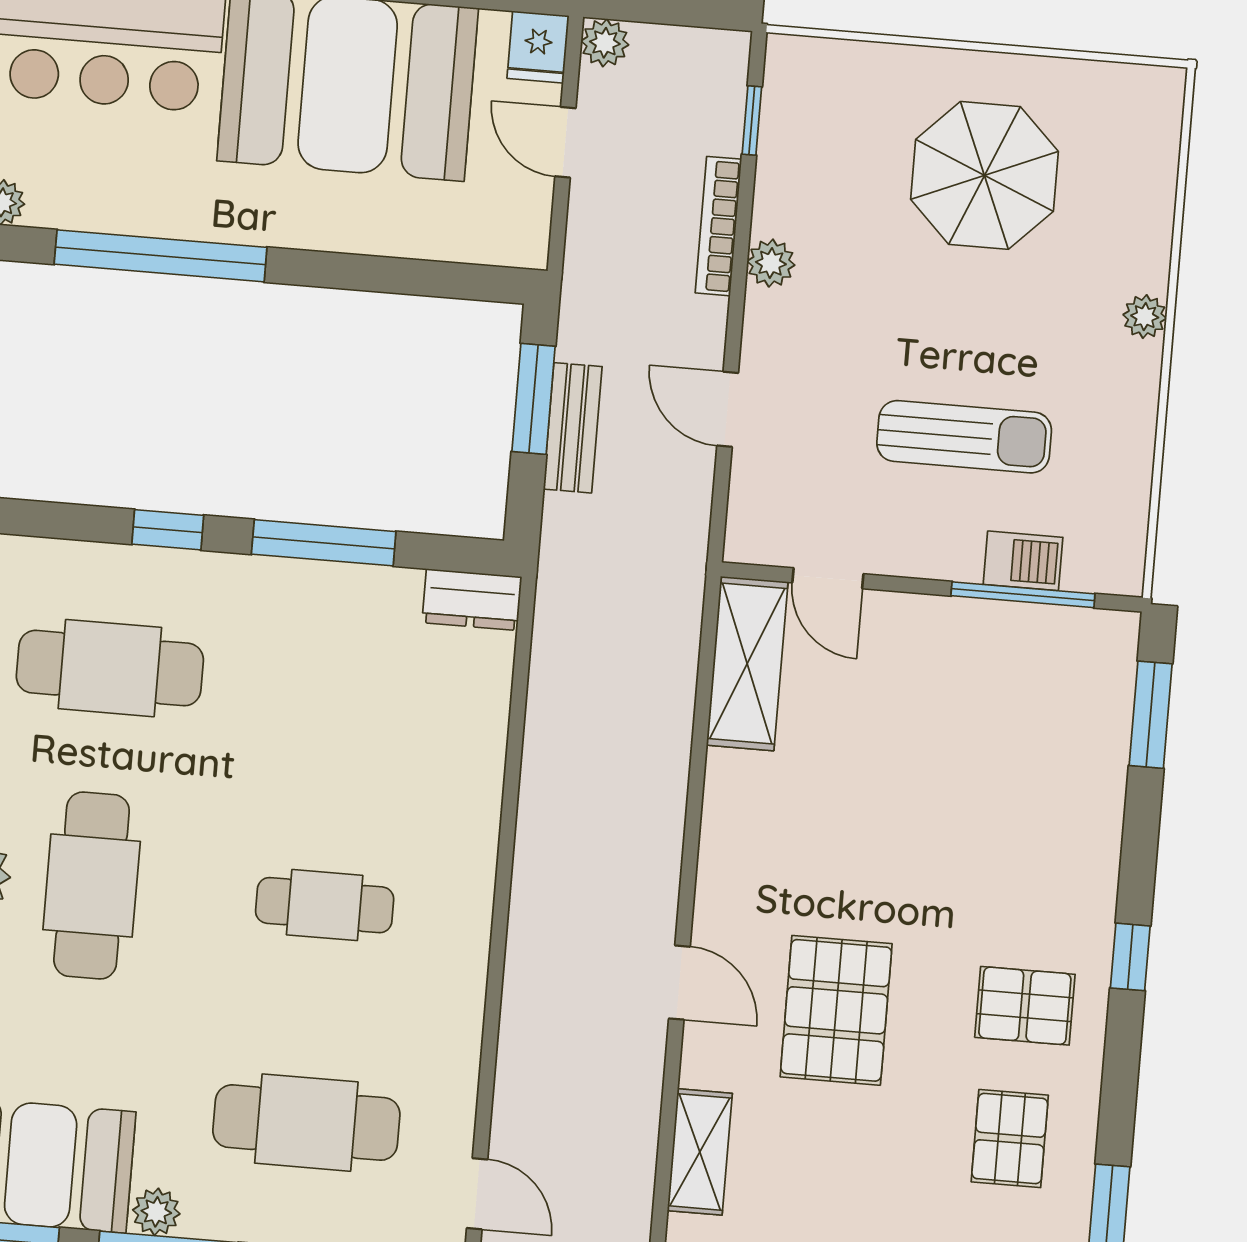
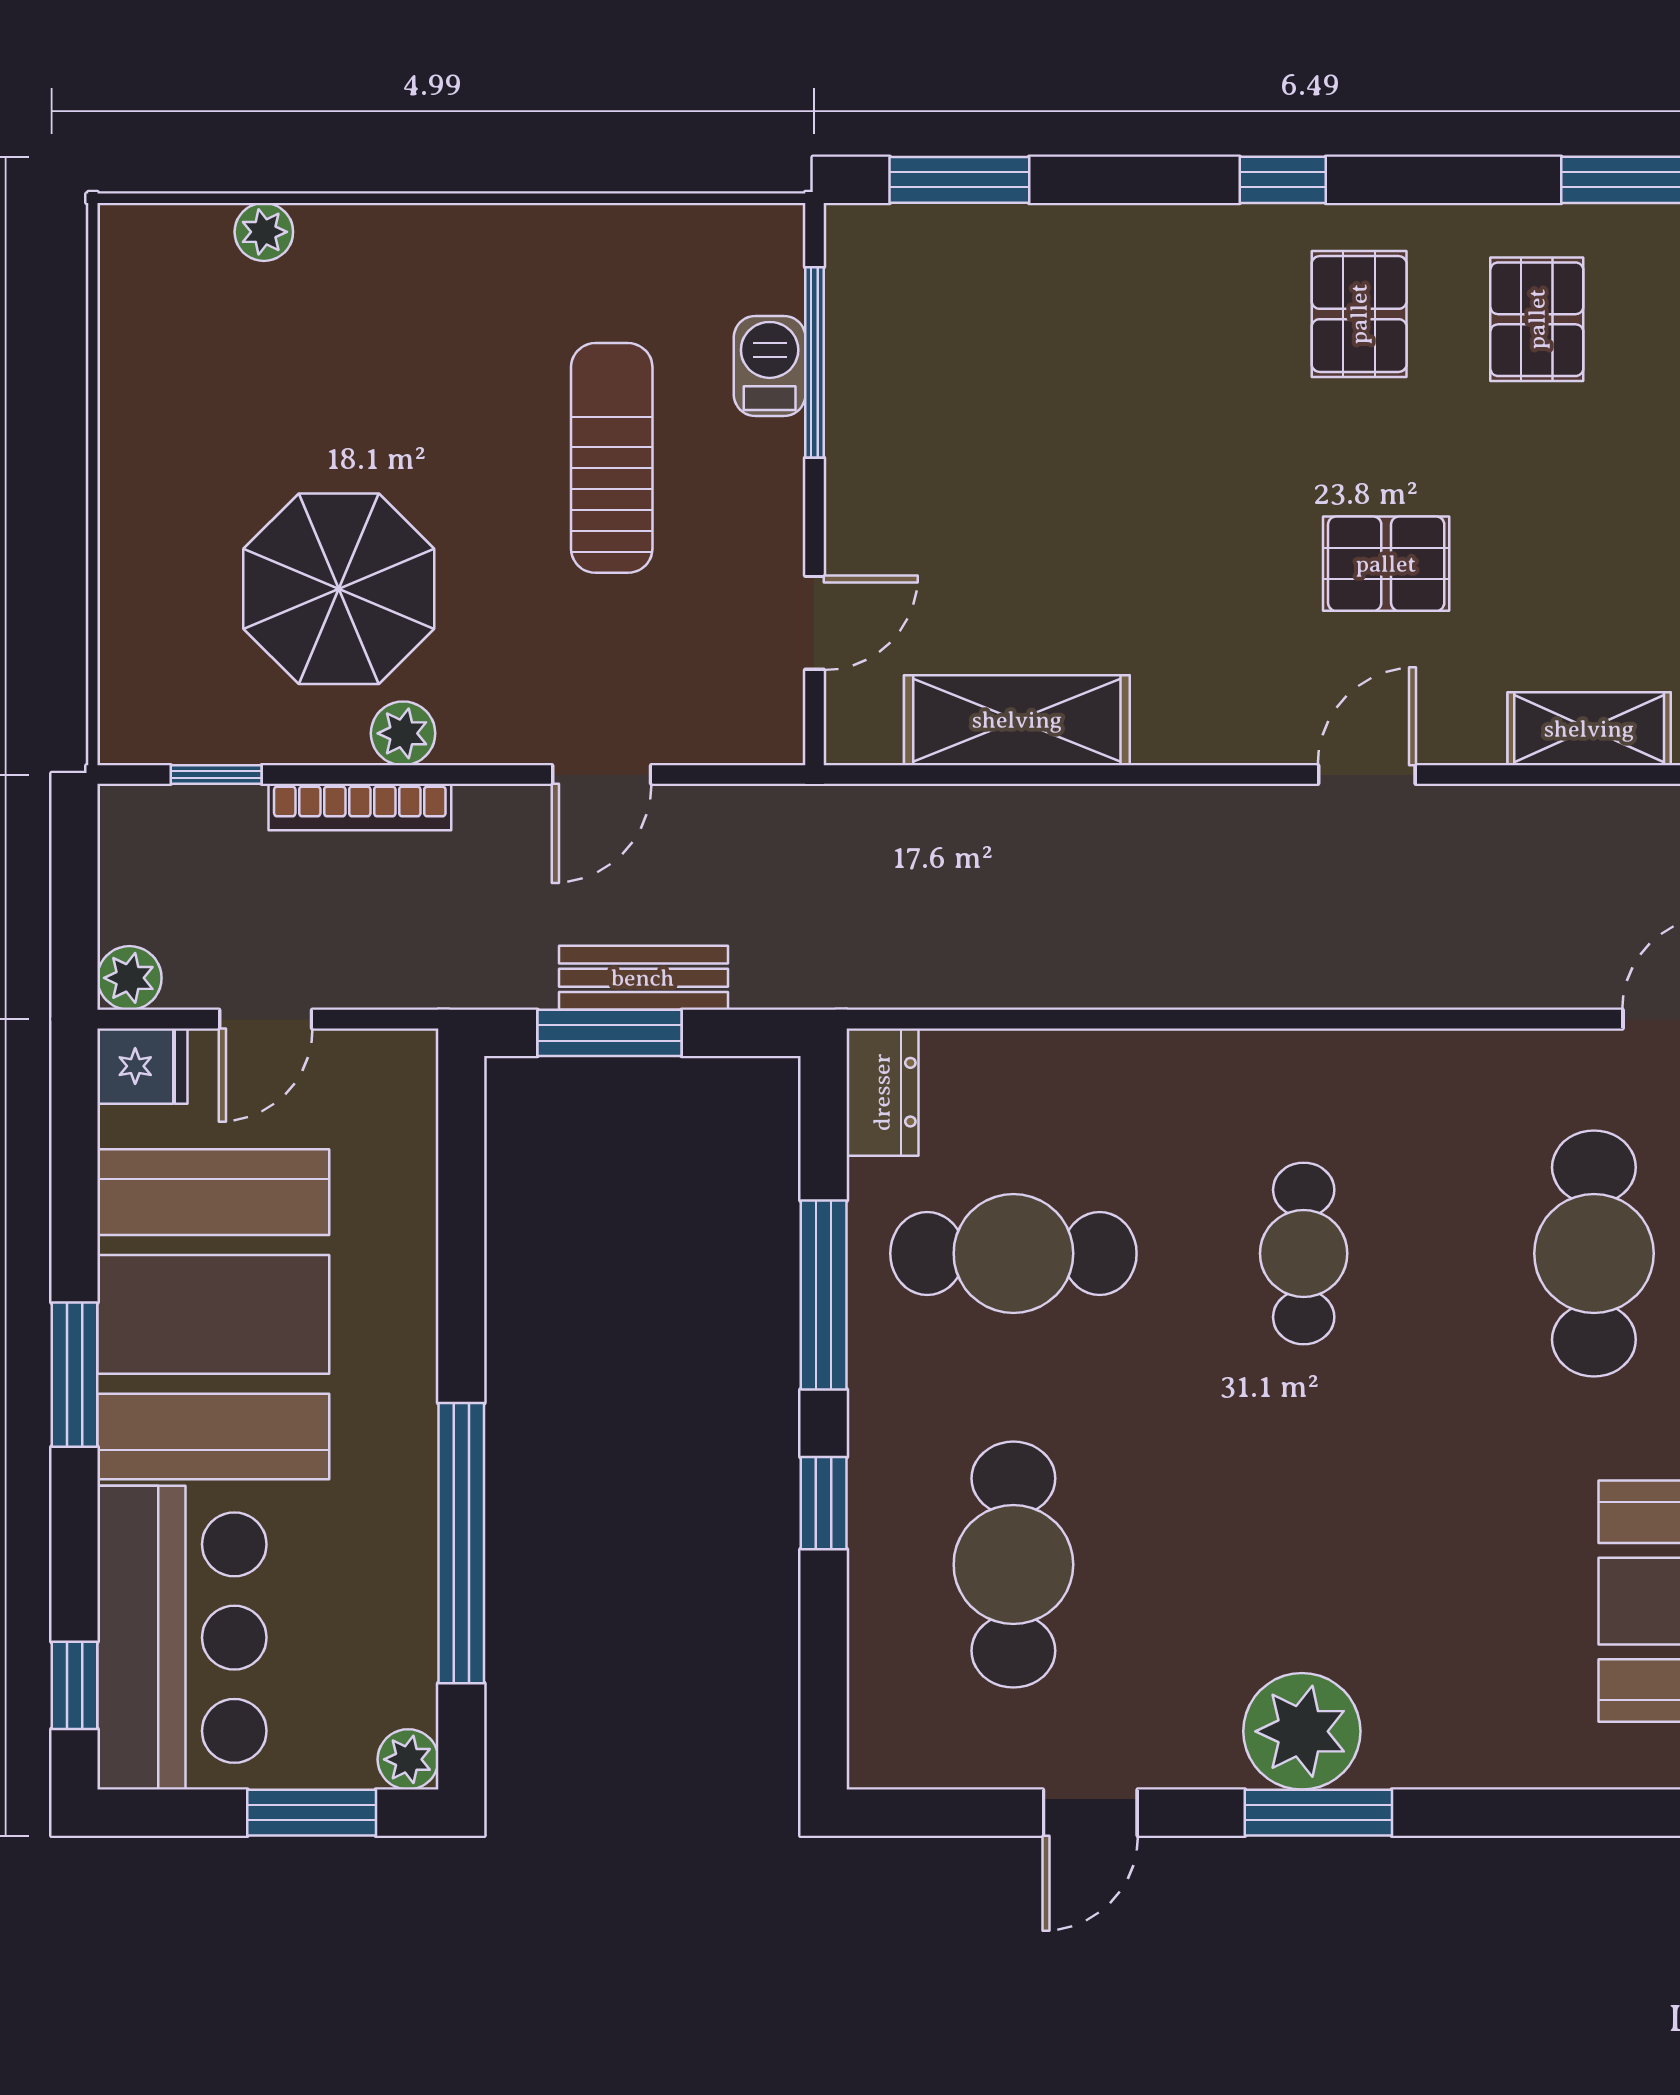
parasol: (984, 175) -> (339, 589), moved
plant: (1145, 317) -> (264, 232), moved
shelving: (747, 663) -> (1017, 720), moved
cafe table: (92, 886) -> (1013, 1253), moved
pallet: (836, 1010) -> (1386, 564), width x0.67, depth x0.71
pallet: (1010, 1139) -> (1537, 319), turned 90

